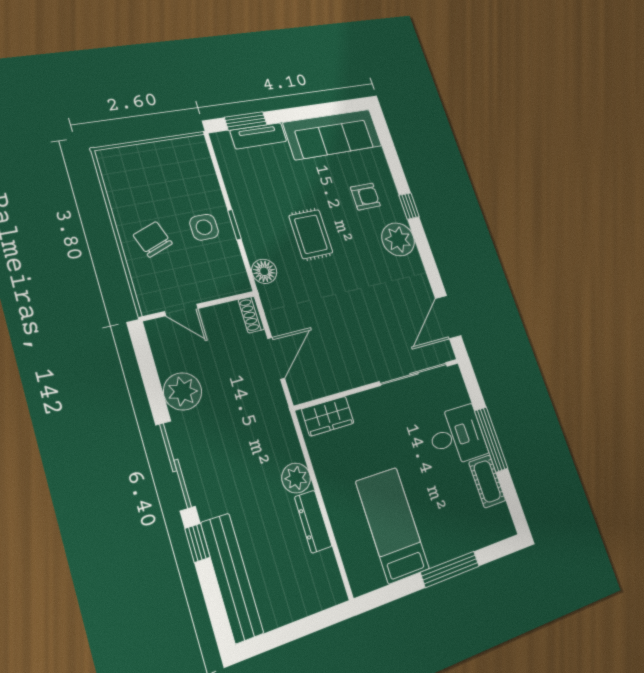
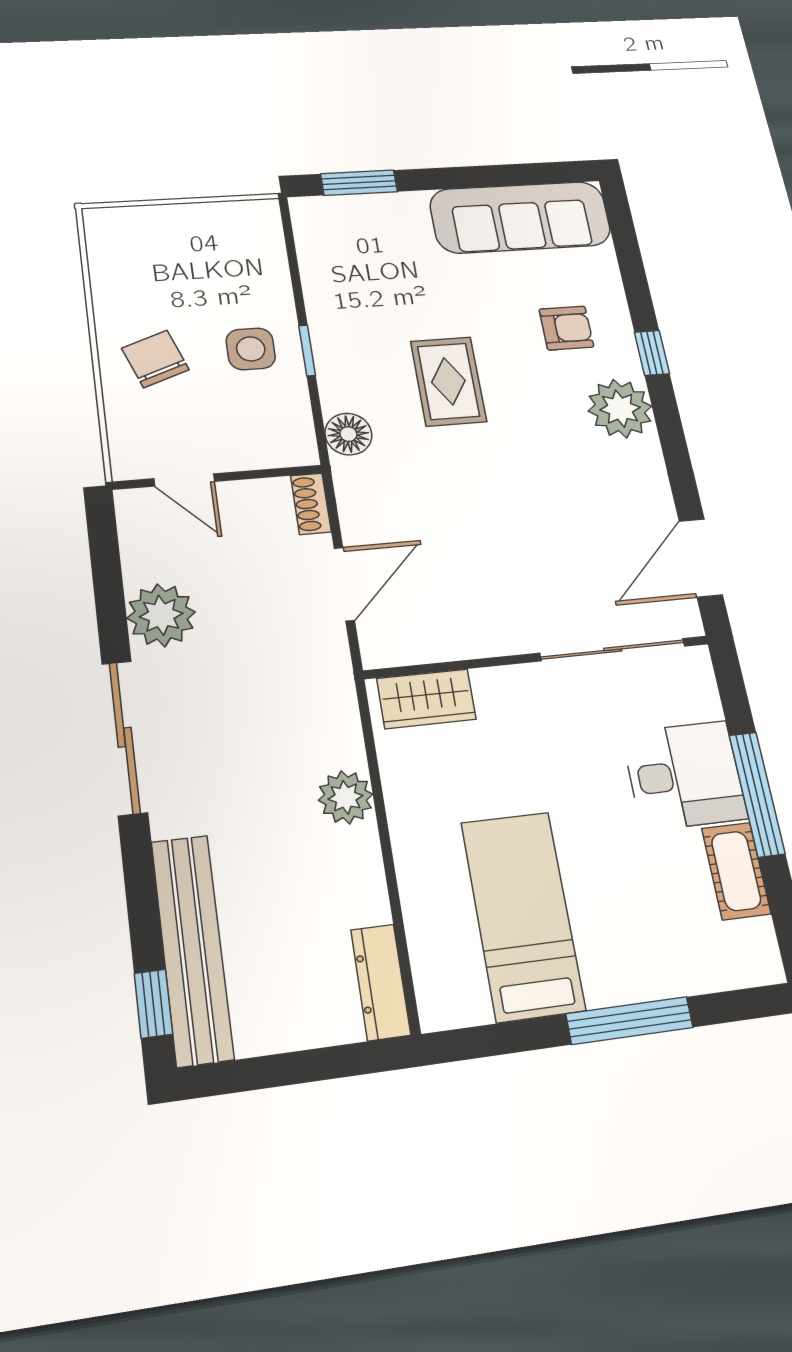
tv unit: (258, 136) -> (378, 209), removed
dresser: (313, 522) -> (381, 982), moved
window: (197, 543) -> (153, 1004), moved

